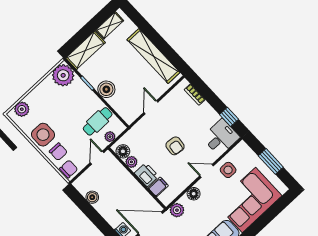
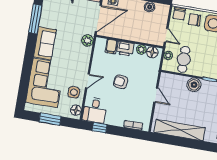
floor lamp: (194, 194) -> (76, 110), moved

